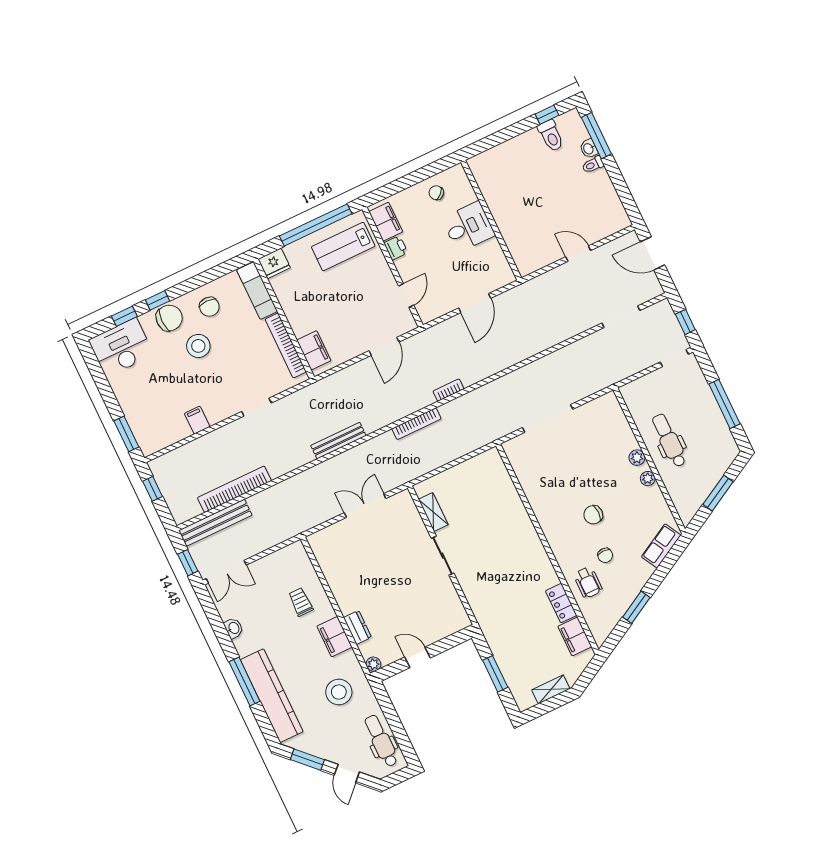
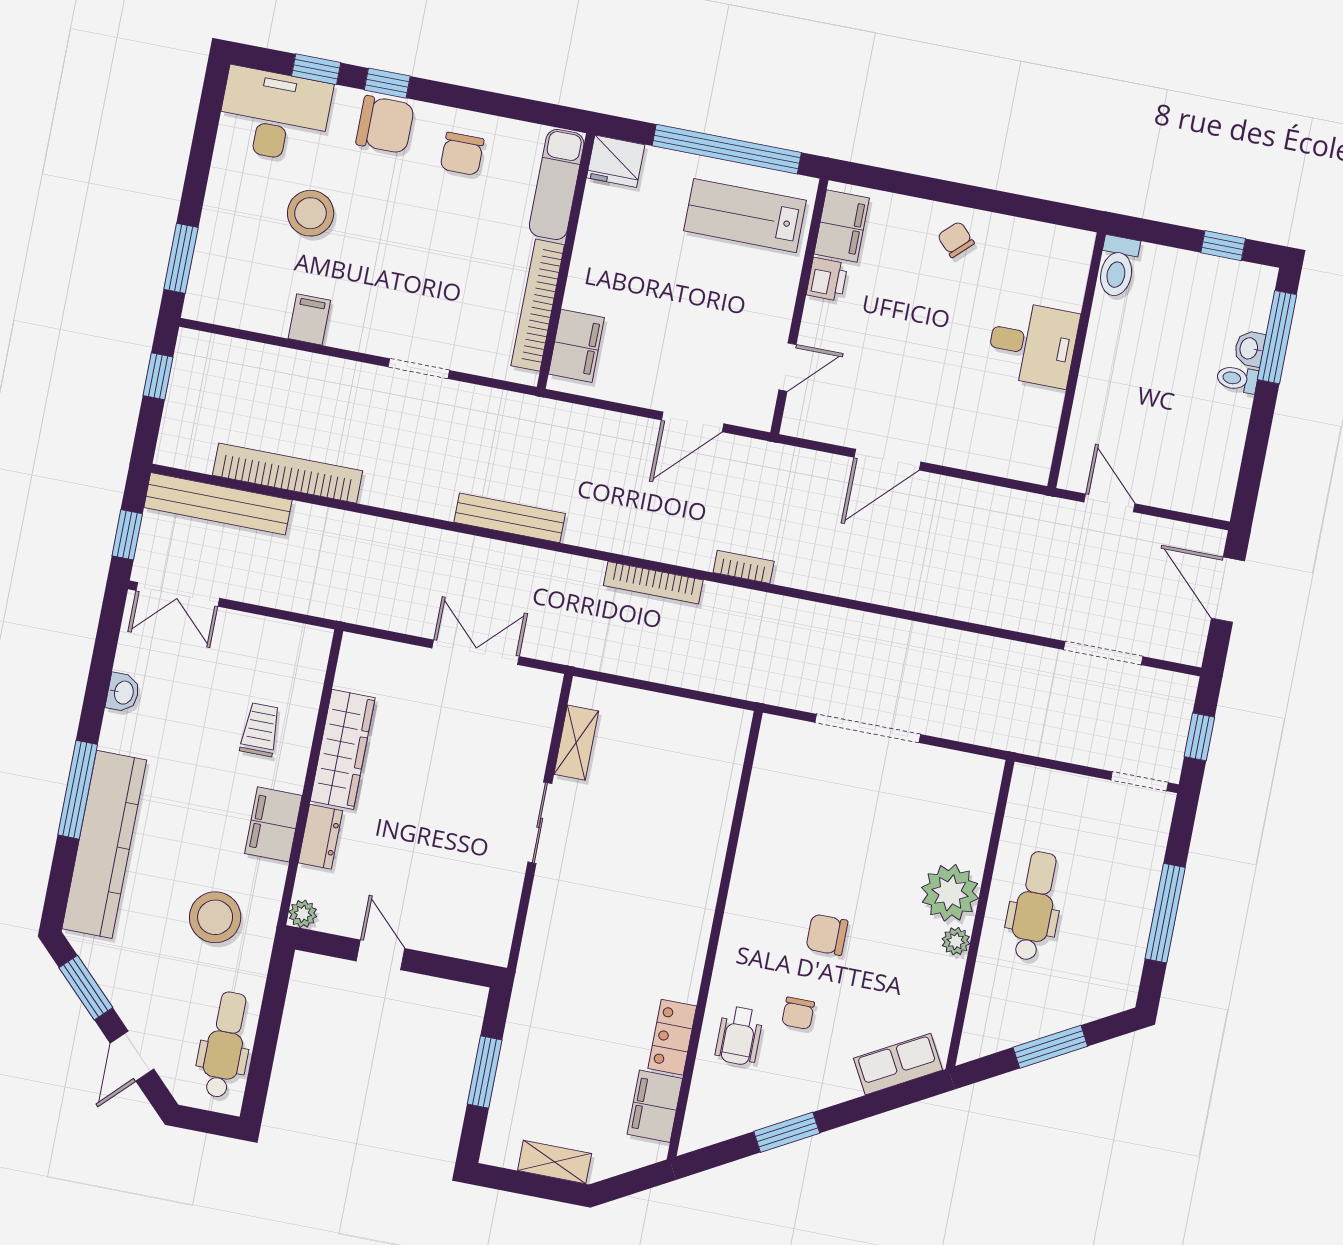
toilet: (551, 136) -> (1118, 267), moved
wall: (491, 220) -> (1076, 360), moved
desk: (468, 227) -> (1033, 344), moved
stool: (198, 346) -> (311, 213), moved
plant: (637, 458) -> (950, 893), width x1.87, depth x1.87
wardrobe: (340, 585) -> (343, 749), added

